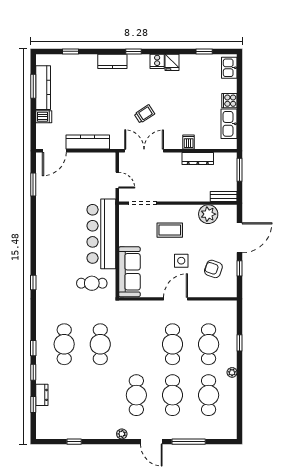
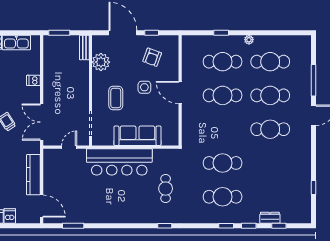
dresser: (198, 158) -> (49, 72), removed
sofa: (129, 272) -> (137, 136), moved
cafe table: (92, 283) -> (166, 189), moved
plant: (122, 434) -> (306, 143), removed

